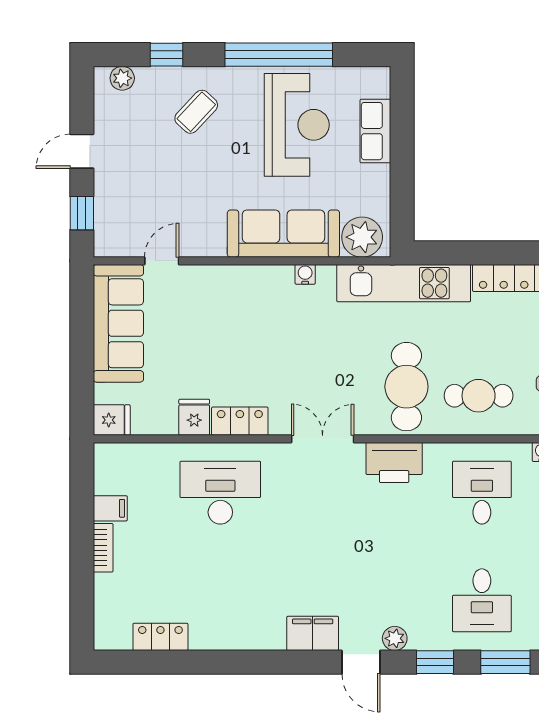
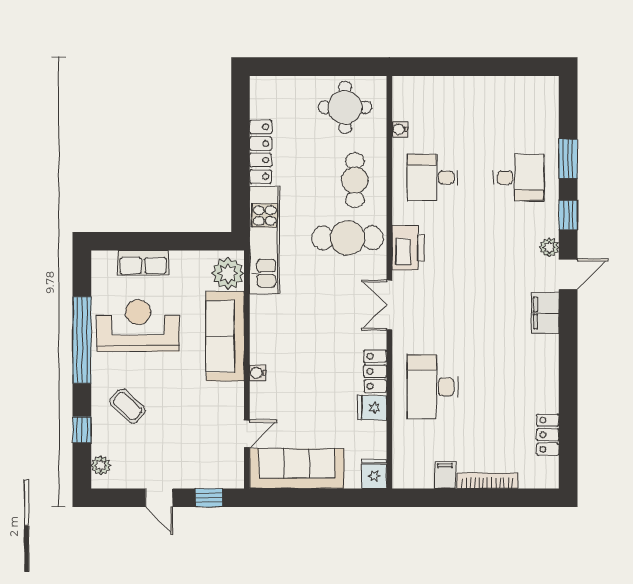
door: (162, 261) -> (247, 434), swing flipped
water cooler: (305, 274) -> (258, 373), moved
bookcase: (103, 548) -> (488, 481), width x1.56

